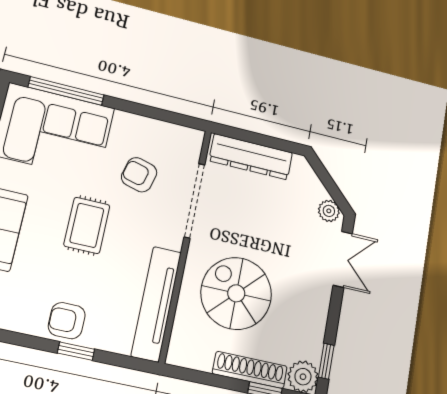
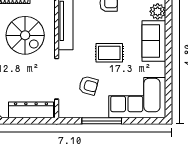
window: (66, 91) -> (102, 121), moved
rug: (87, 225) -> (109, 53), turned 90

